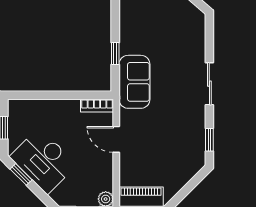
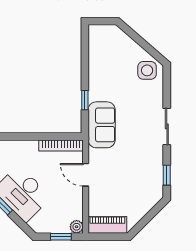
side table: (187, 19) -> (147, 70), added
bookcase: (97, 106) -> (61, 145), width x1.56

